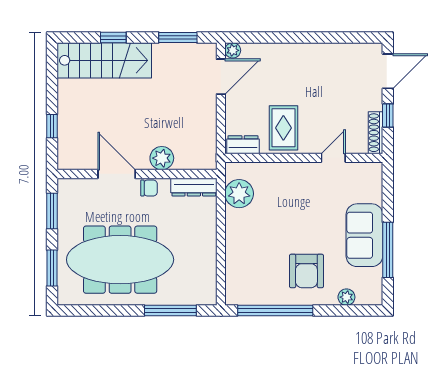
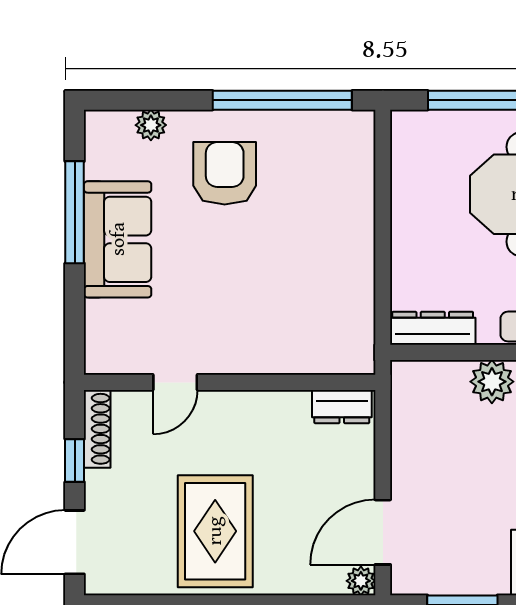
rug: (283, 128) -> (215, 531), moved, width x1.36, depth x1.43
plant: (239, 194) -> (349, 316), removed

